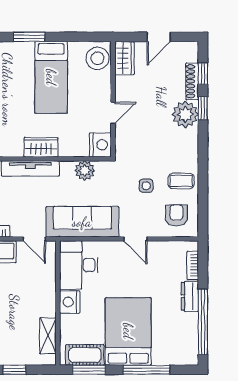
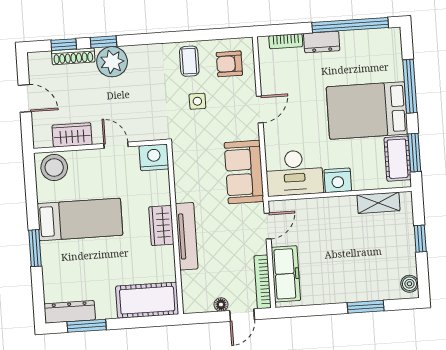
wardrobe: (124, 58) -> (72, 135), moved
plant: (85, 171) -> (185, 173), removed
sofa: (82, 222) -> (244, 172), width x0.73

